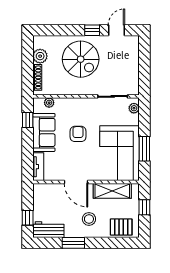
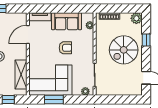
window: (92, 30) -> (146, 40), moved
plant: (40, 56) -> (136, 18), moved
window: (28, 120) -> (76, 9), removed
door: (76, 182) -> (28, 35), moved

